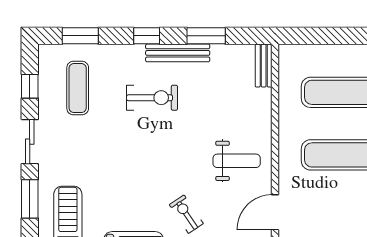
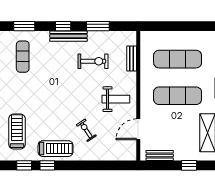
bench: (178, 53) -> (68, 36), moved
bench: (264, 66) -> (132, 58), moved
exercise bike: (152, 98) -> (93, 61), moved

